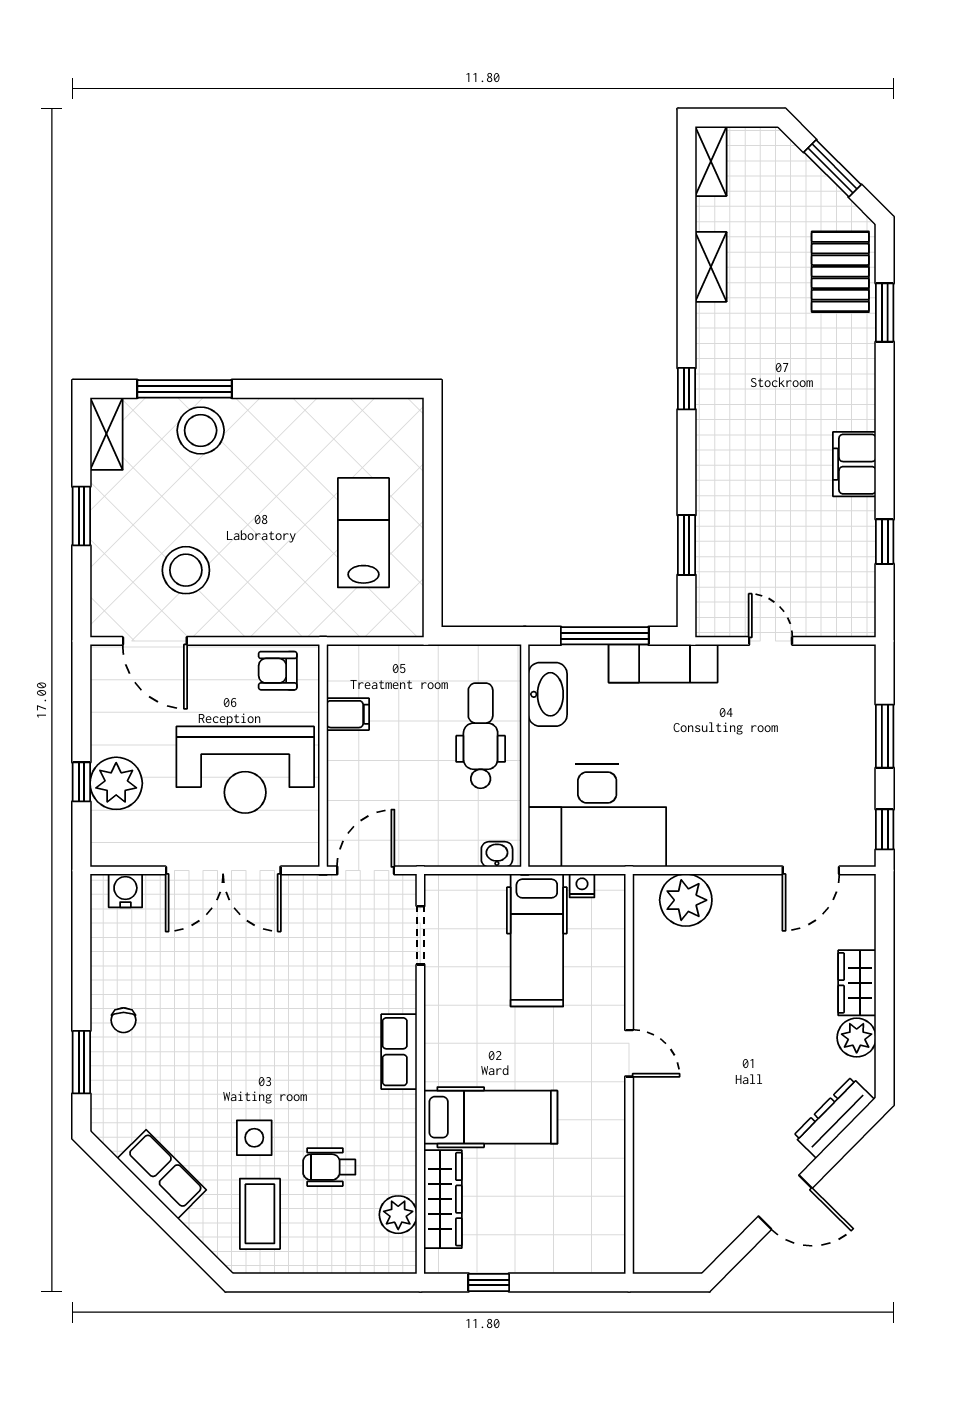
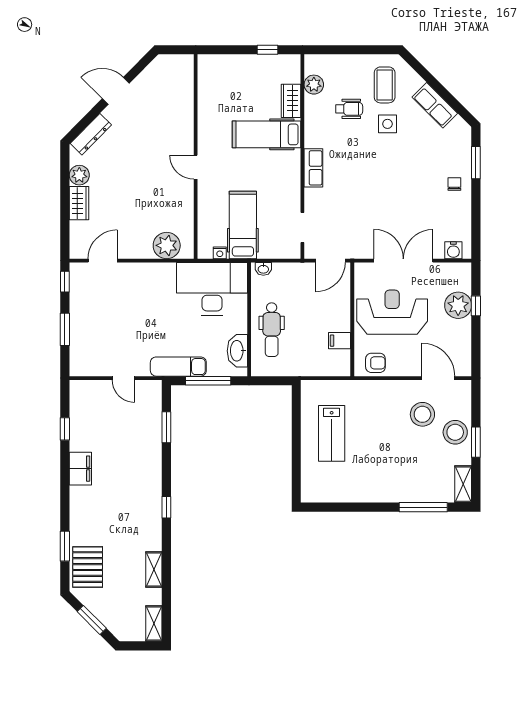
stool: (201, 430) -> (455, 432), moved
wardrobe: (443, 1199) -> (291, 101), width x0.67

